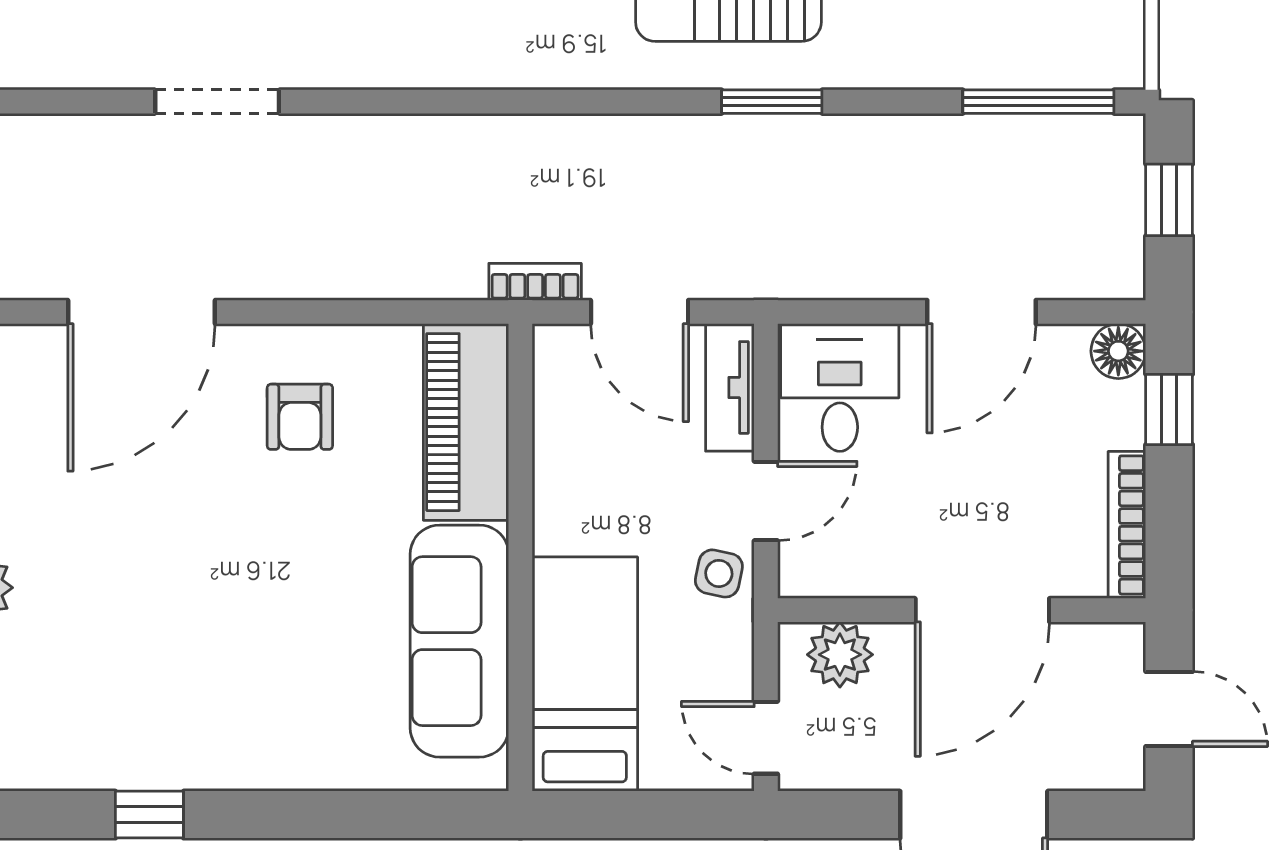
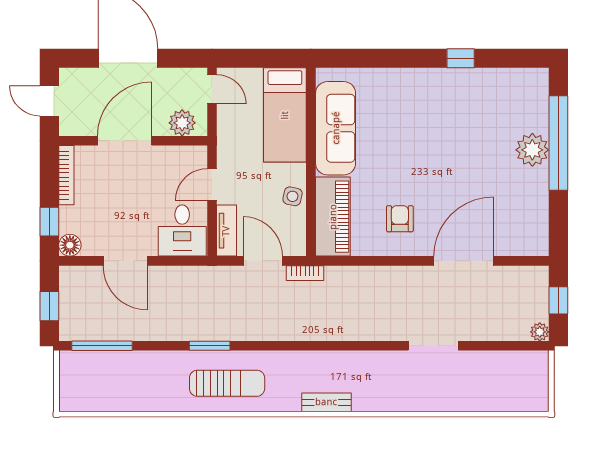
door: (981, 312) -> (125, 261), swing flipped
side table: (719, 573) -> (293, 196), moved

